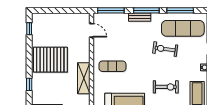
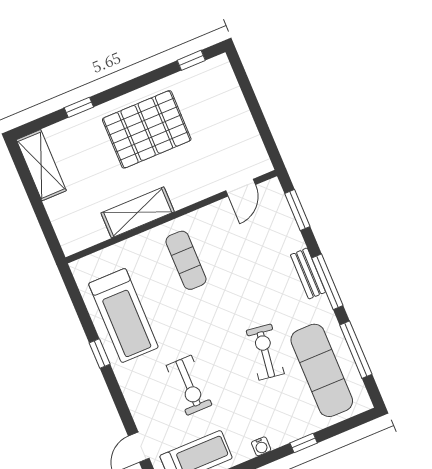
window: (111, 10) -> (297, 210), width x0.69
pallet: (50, 60) -> (147, 129), turned 90

